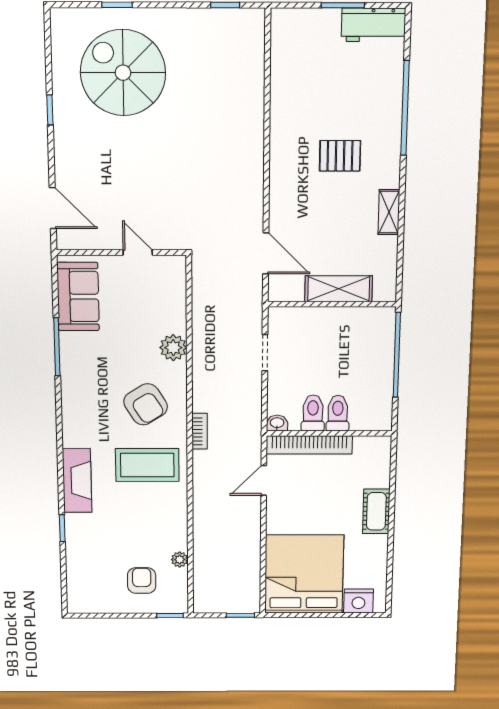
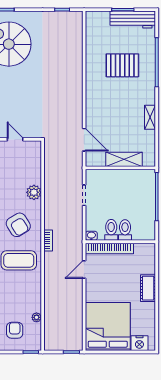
workbench: (373, 25) -> (133, 19), width x1.38
pallet: (340, 156) -> (122, 65), moved, width x1.50, depth x1.42

